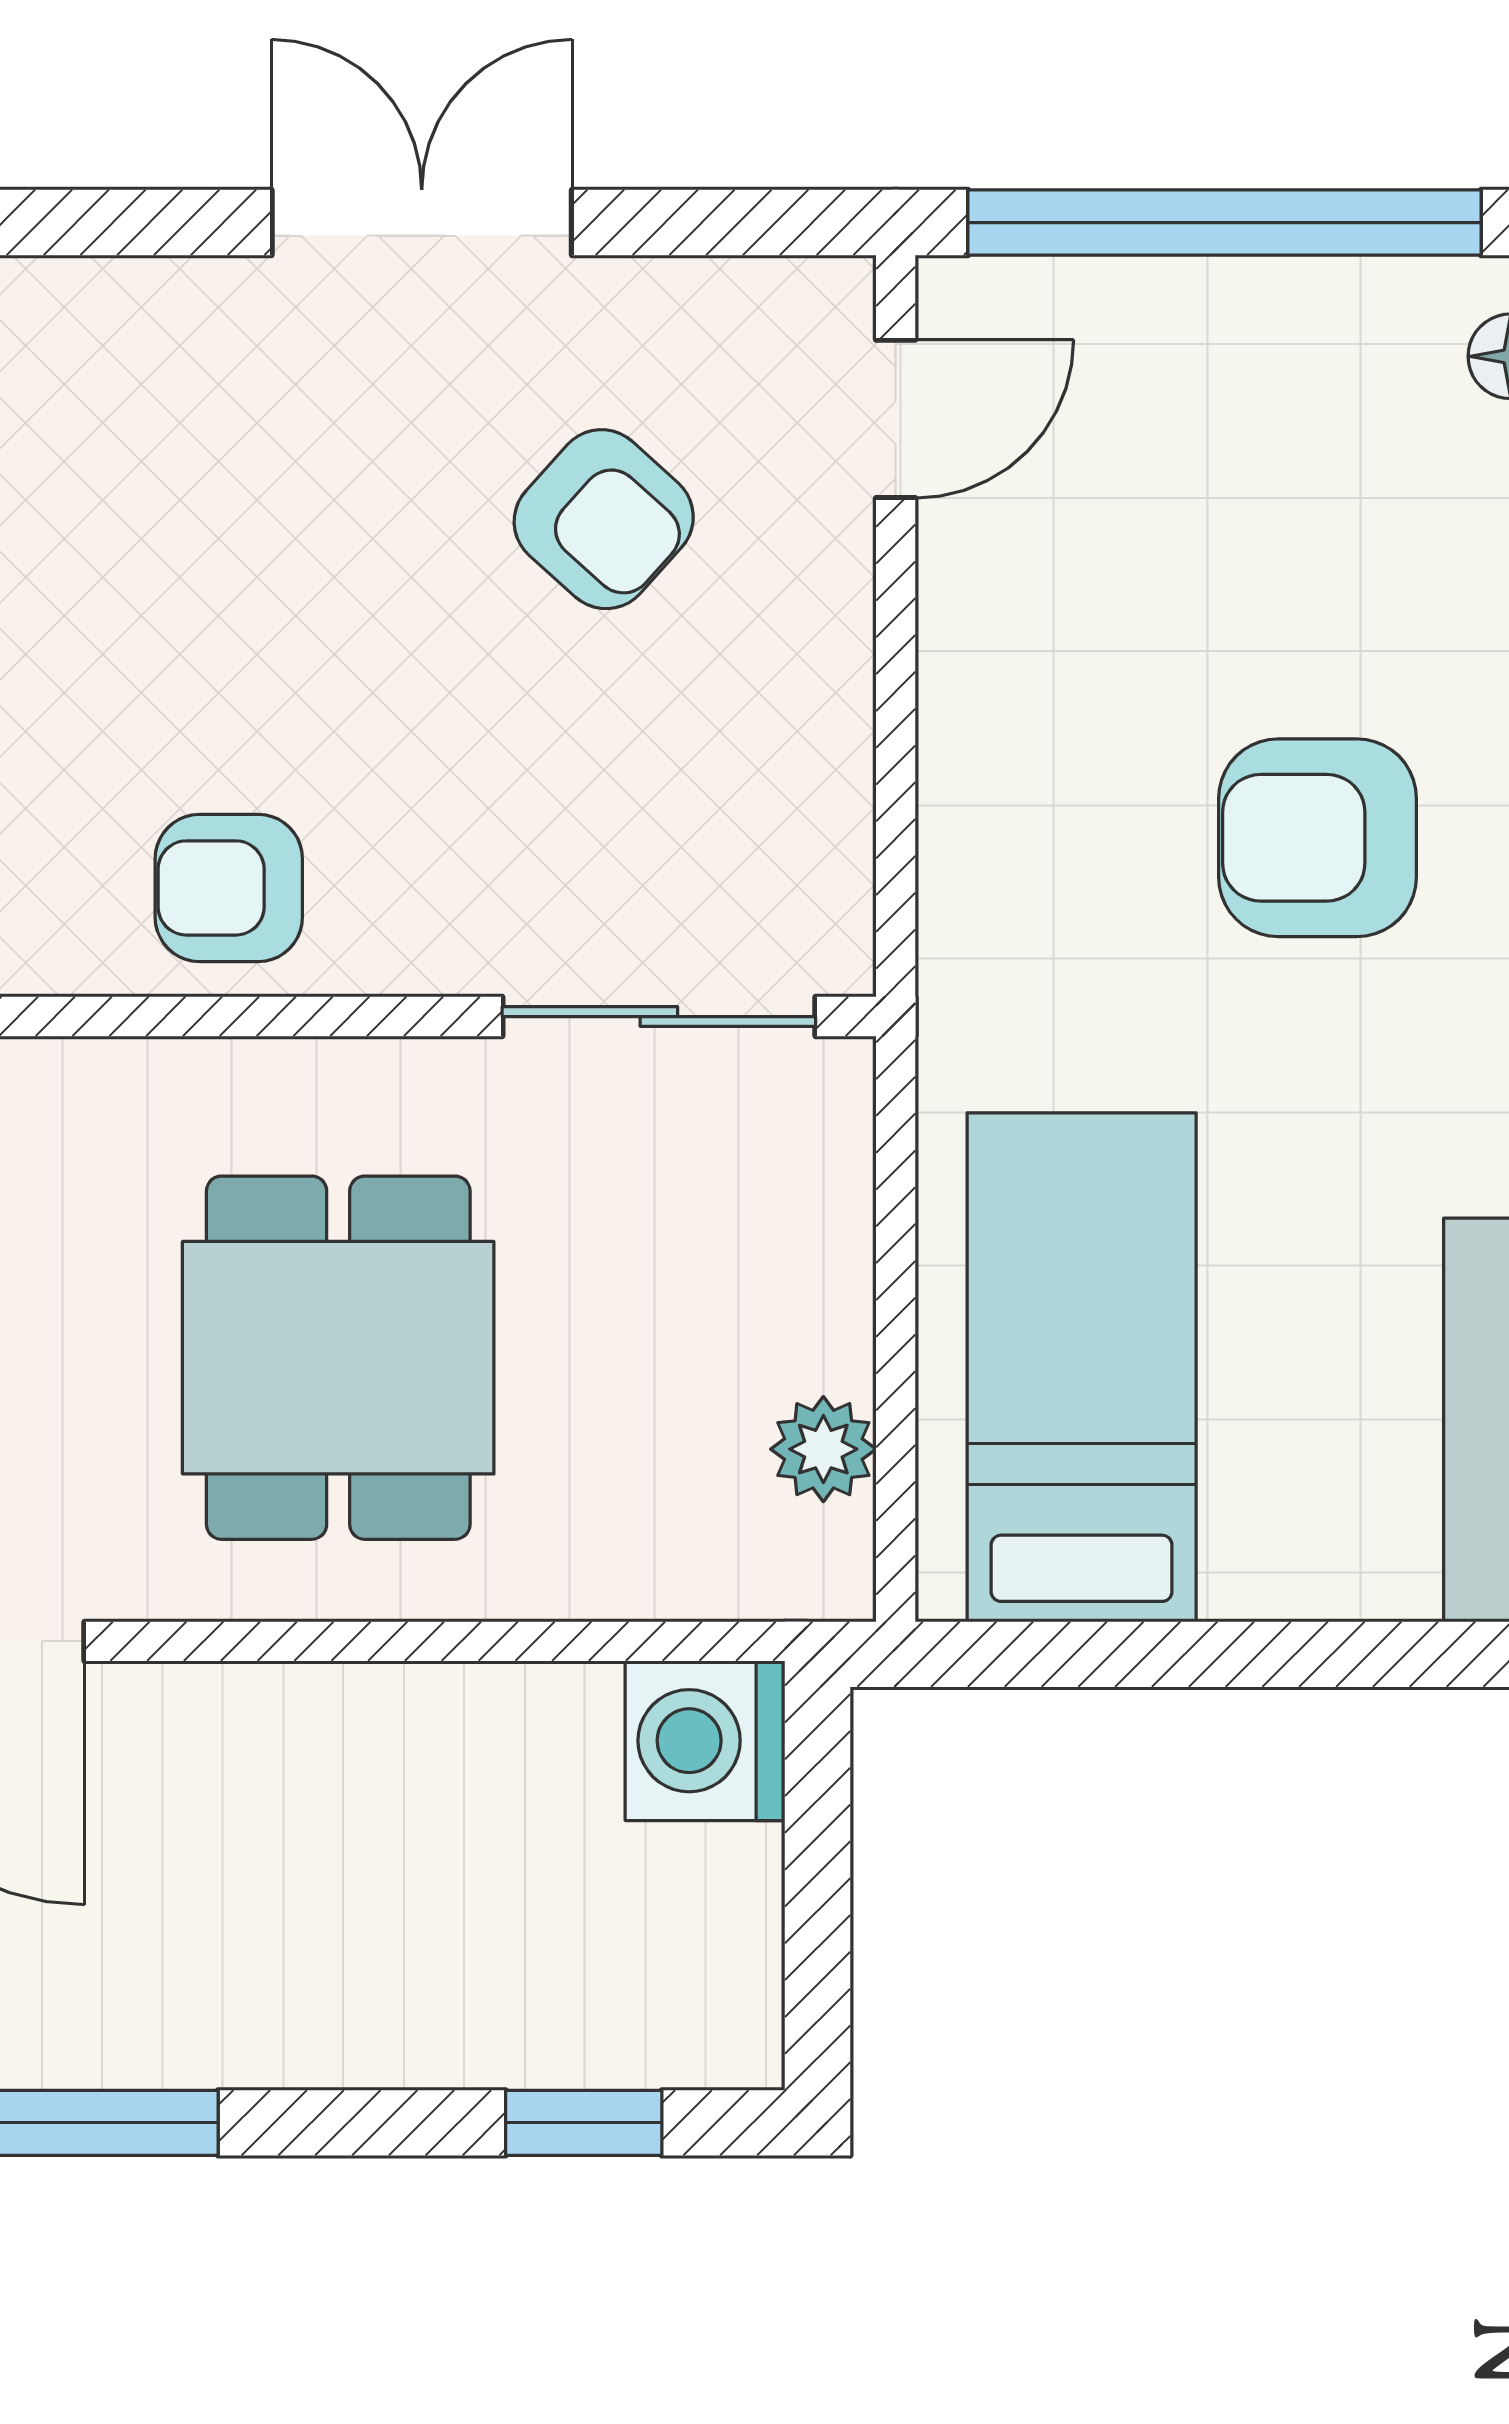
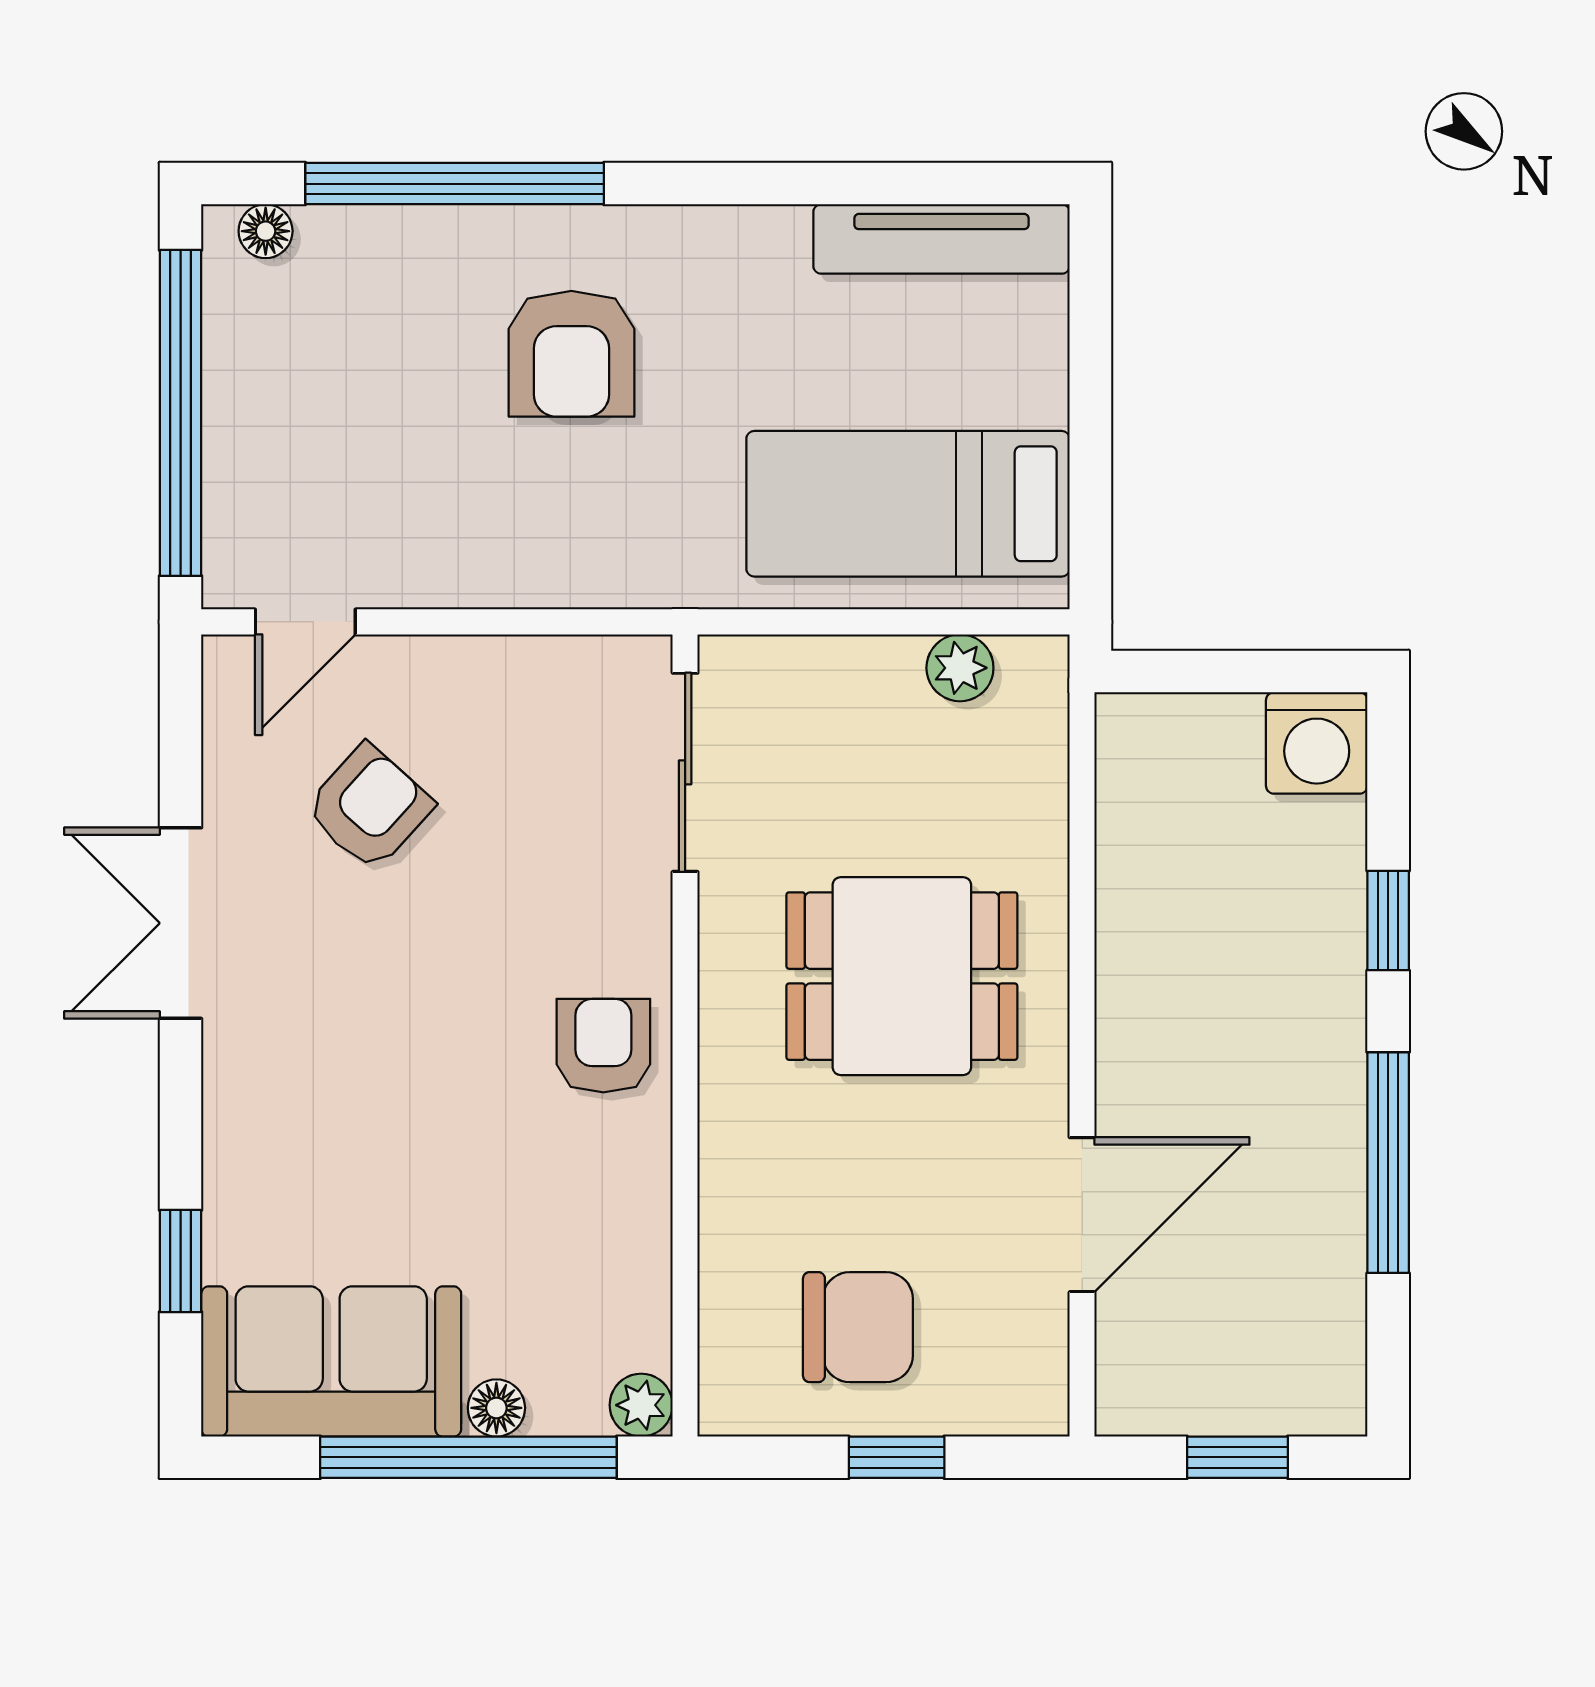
door: (896, 419) -> (305, 622), swing flipped
armchair: (229, 888) -> (603, 1046), turned 180
washing machine: (705, 1741) -> (1317, 743), moved
window: (584, 2123) -> (1388, 921), moved

